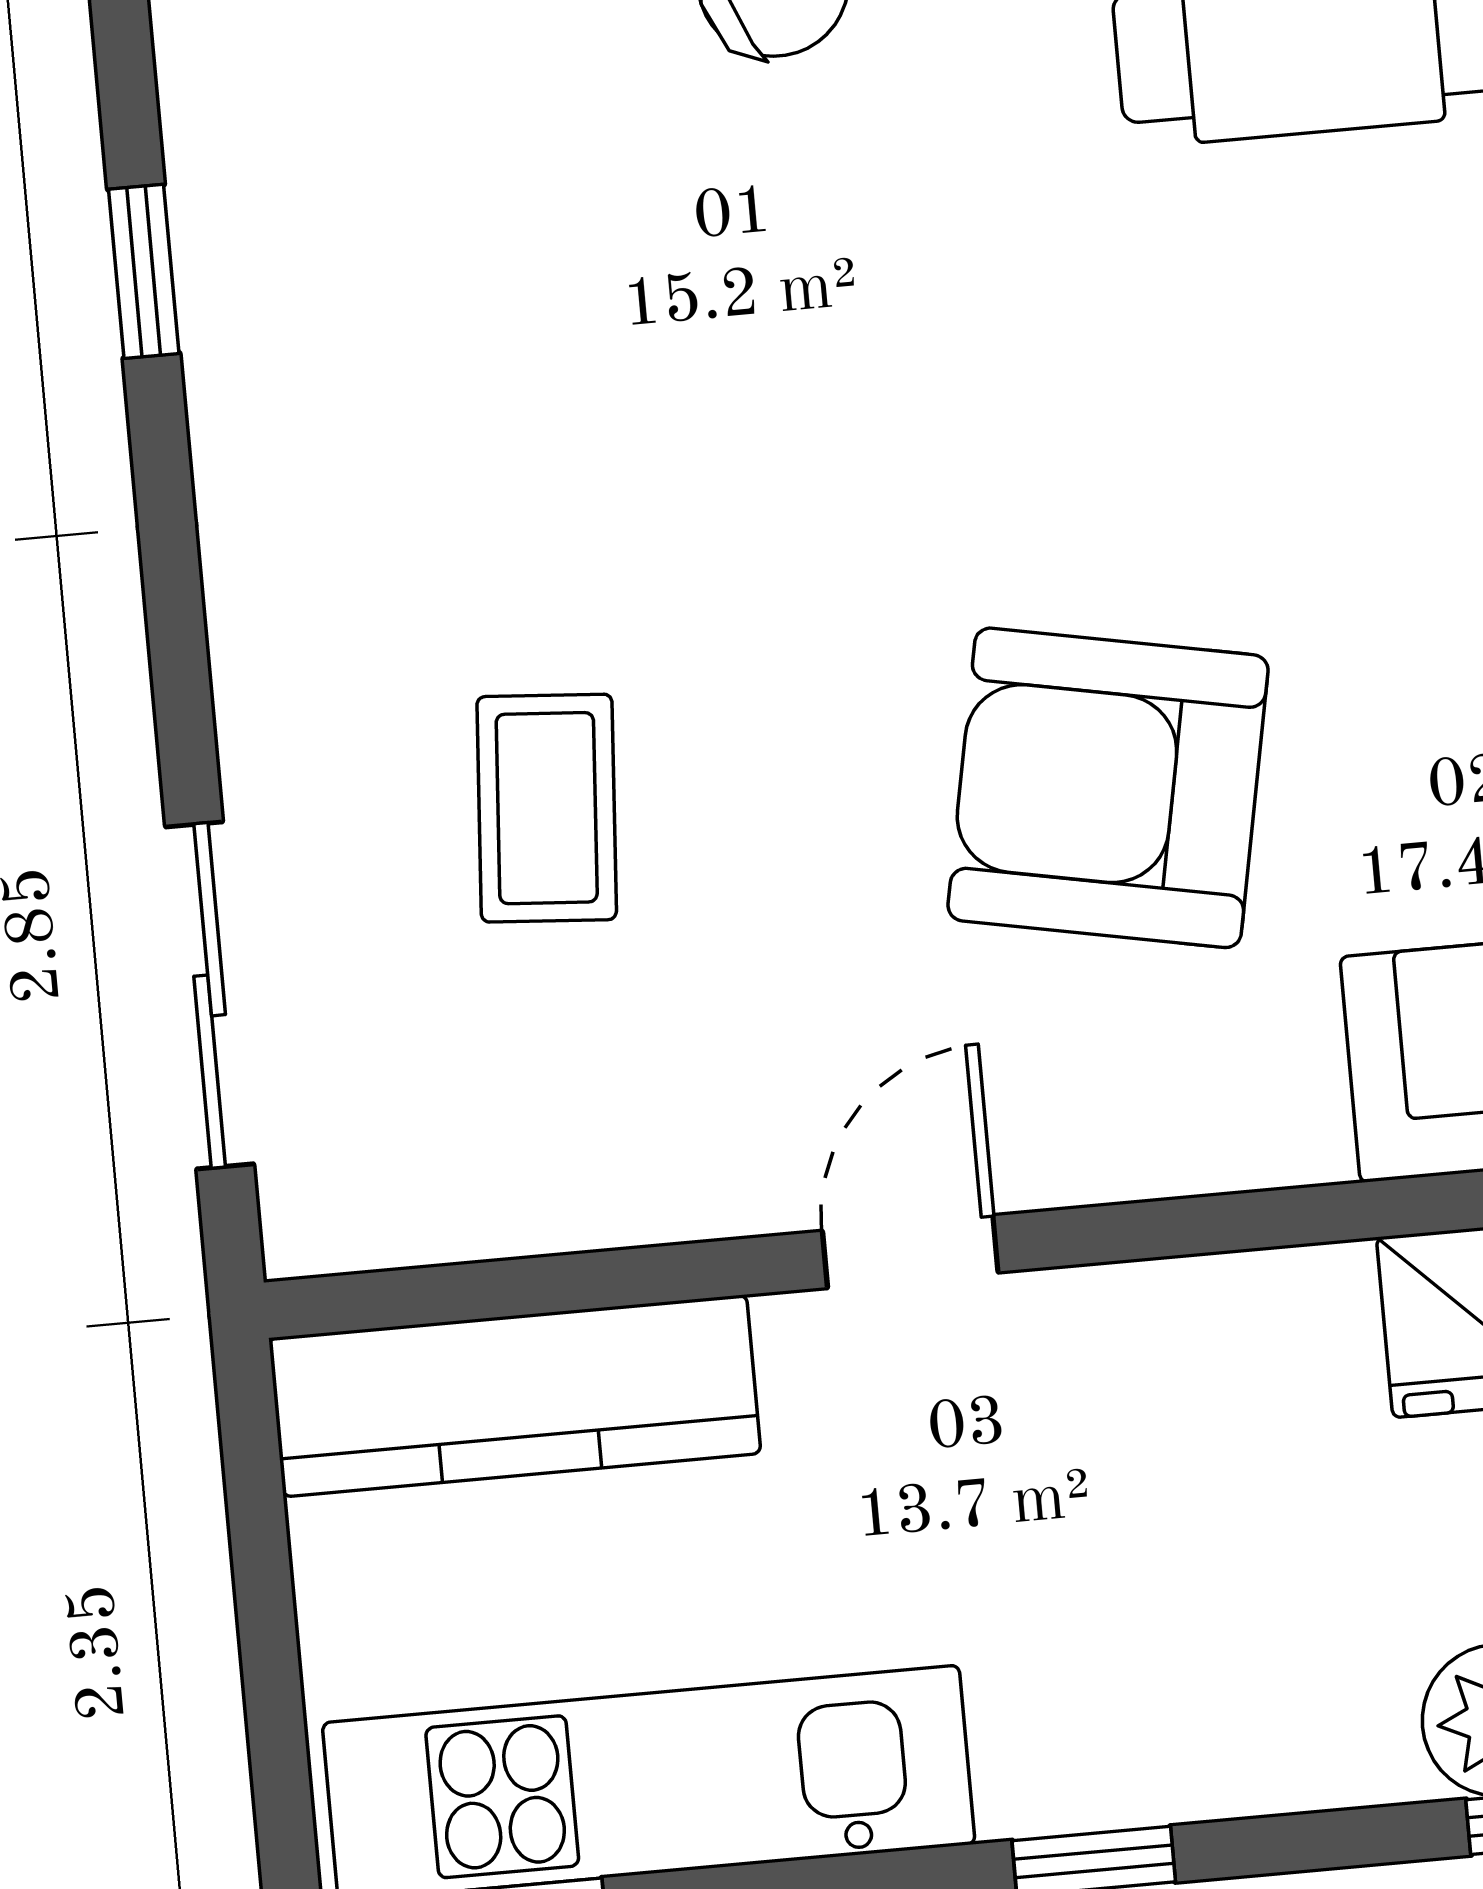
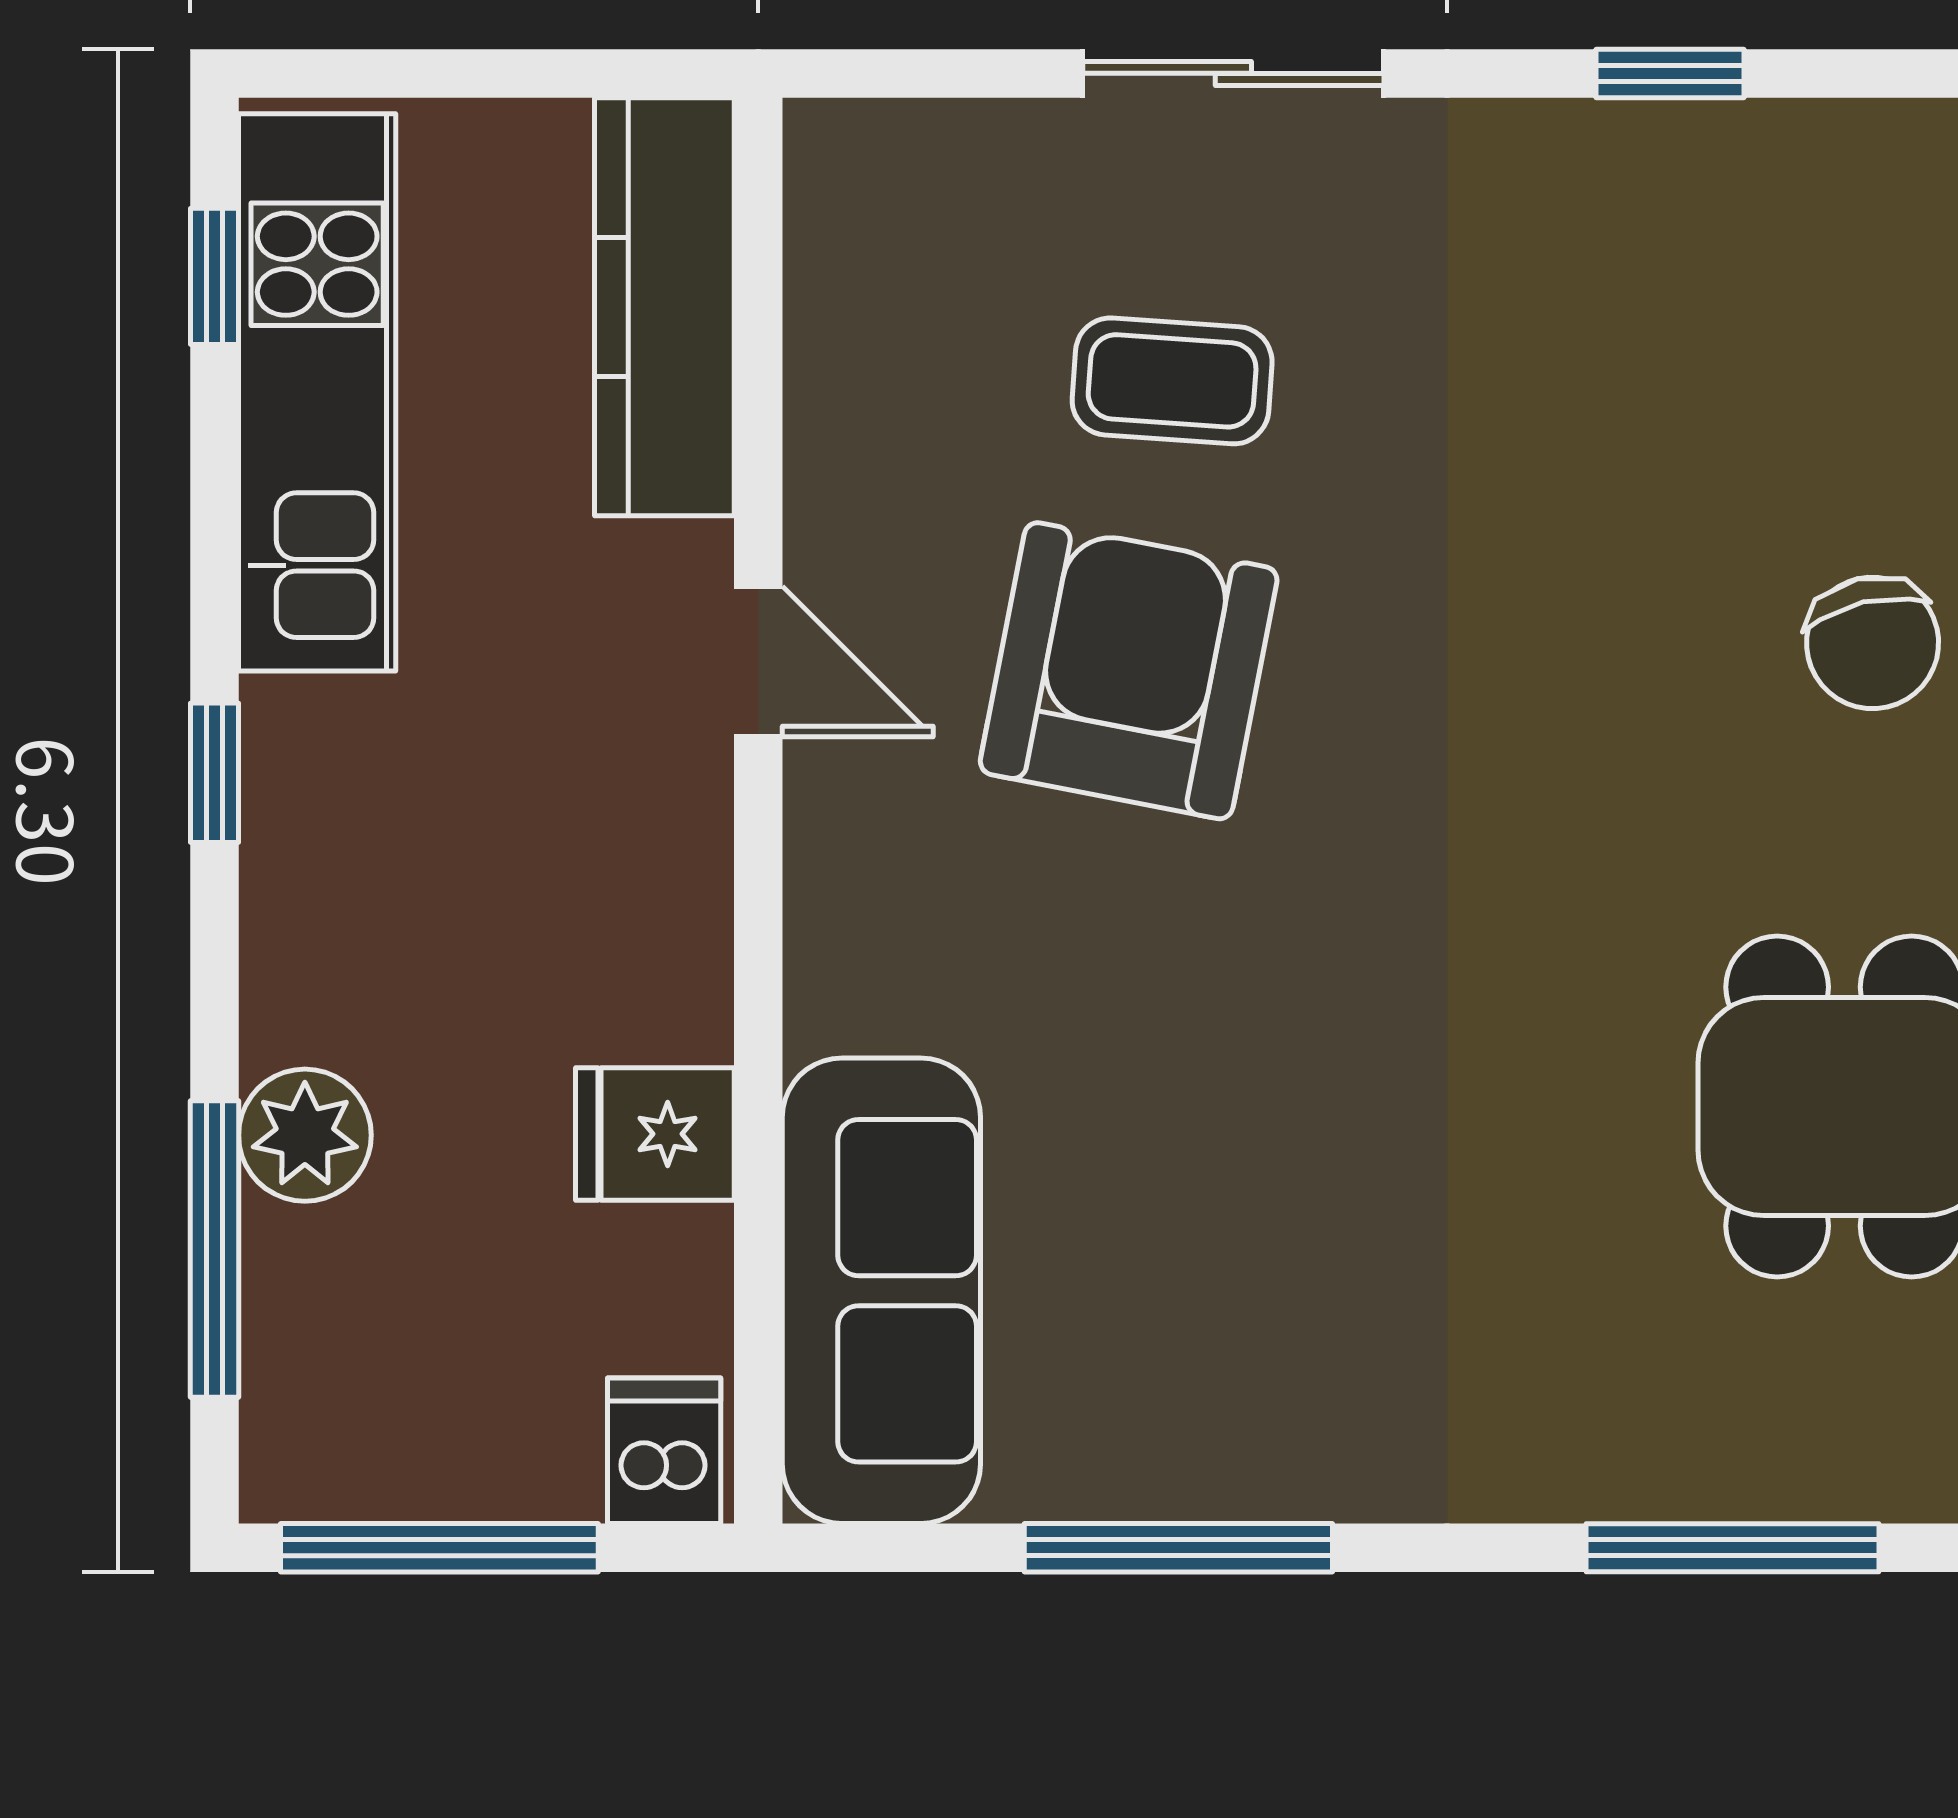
armchair: (1108, 788) -> (1129, 671), moved
sliding door: (210, 995) -> (1233, 73), moved

